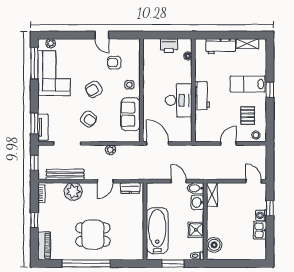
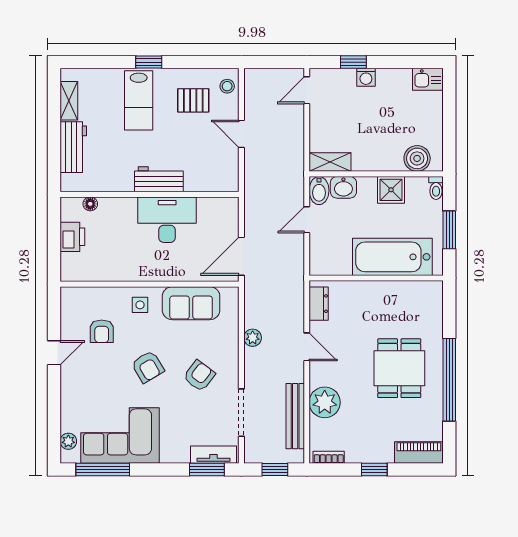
kitchen sink: (260, 230) -> (428, 79), moved

